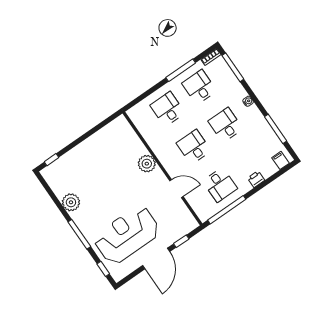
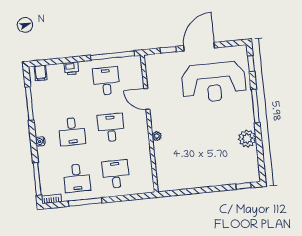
desk: (167, 109) -> (116, 174), turned 180
desk: (194, 147) -> (111, 128), turned 180
plant: (147, 164) -> (157, 136), width x0.53, depth x0.53

